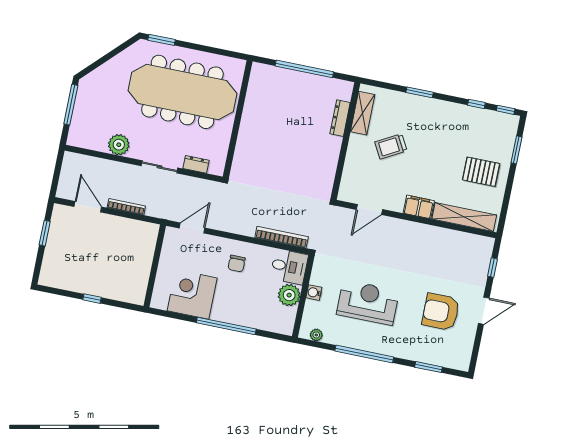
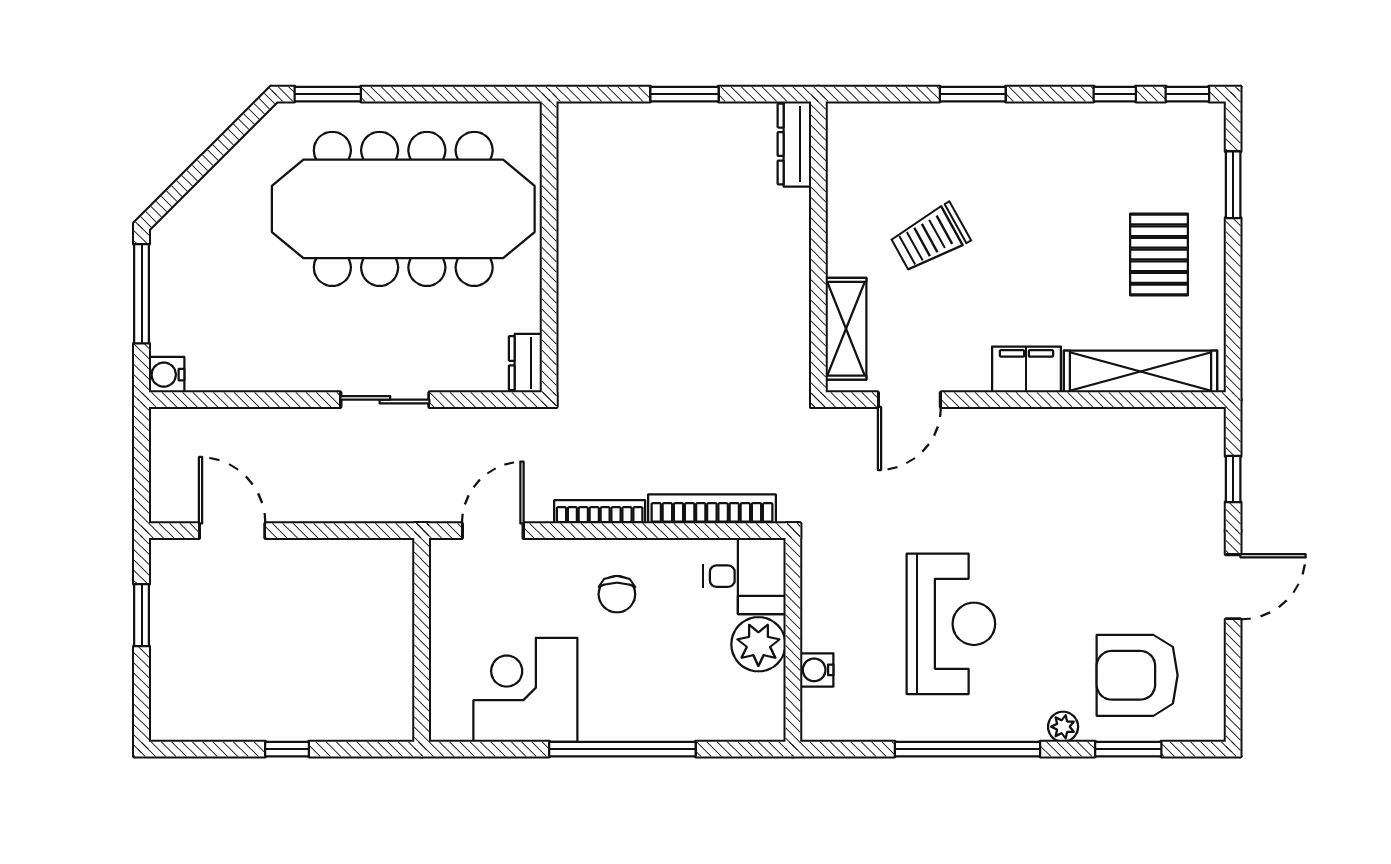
window: (304, 69) -> (684, 94), width x0.47
shelving: (363, 113) -> (846, 329), moved
dresser: (340, 118) -> (794, 144), moved
water cooler: (74, 139) -> (167, 375), added
plant: (119, 145) -> (276, 367), removed
dresser: (196, 164) -> (525, 363), moved, turned -90
pallet: (481, 172) -> (1159, 255), turned 90
bookcase: (126, 207) -> (600, 512), moved
water cooler: (314, 293) -> (817, 670), moved
reception desk: (368, 303) -> (951, 624), turned 90
armchair: (441, 312) -> (1137, 675), moved
plant: (316, 335) -> (1063, 727), moved

